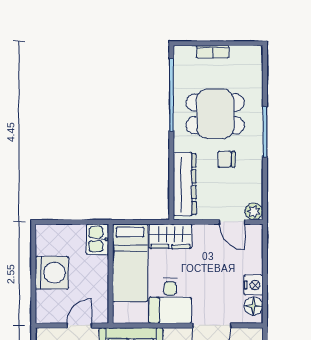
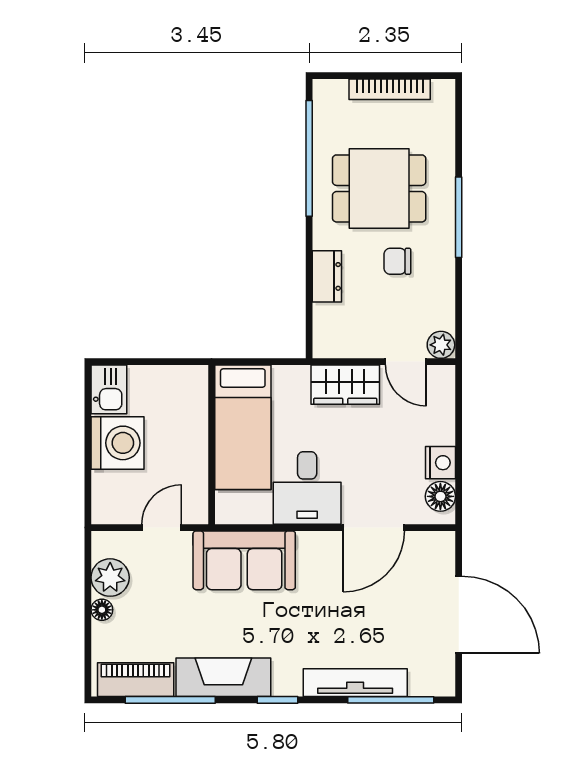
bookcase: (213, 52) -> (390, 89), width x1.56
dresser: (185, 184) -> (327, 276), width x0.51, depth x0.80
wardrobe: (170, 236) -> (345, 385), moved
kitchen sink: (97, 239) -> (109, 389), moved, turned 180

